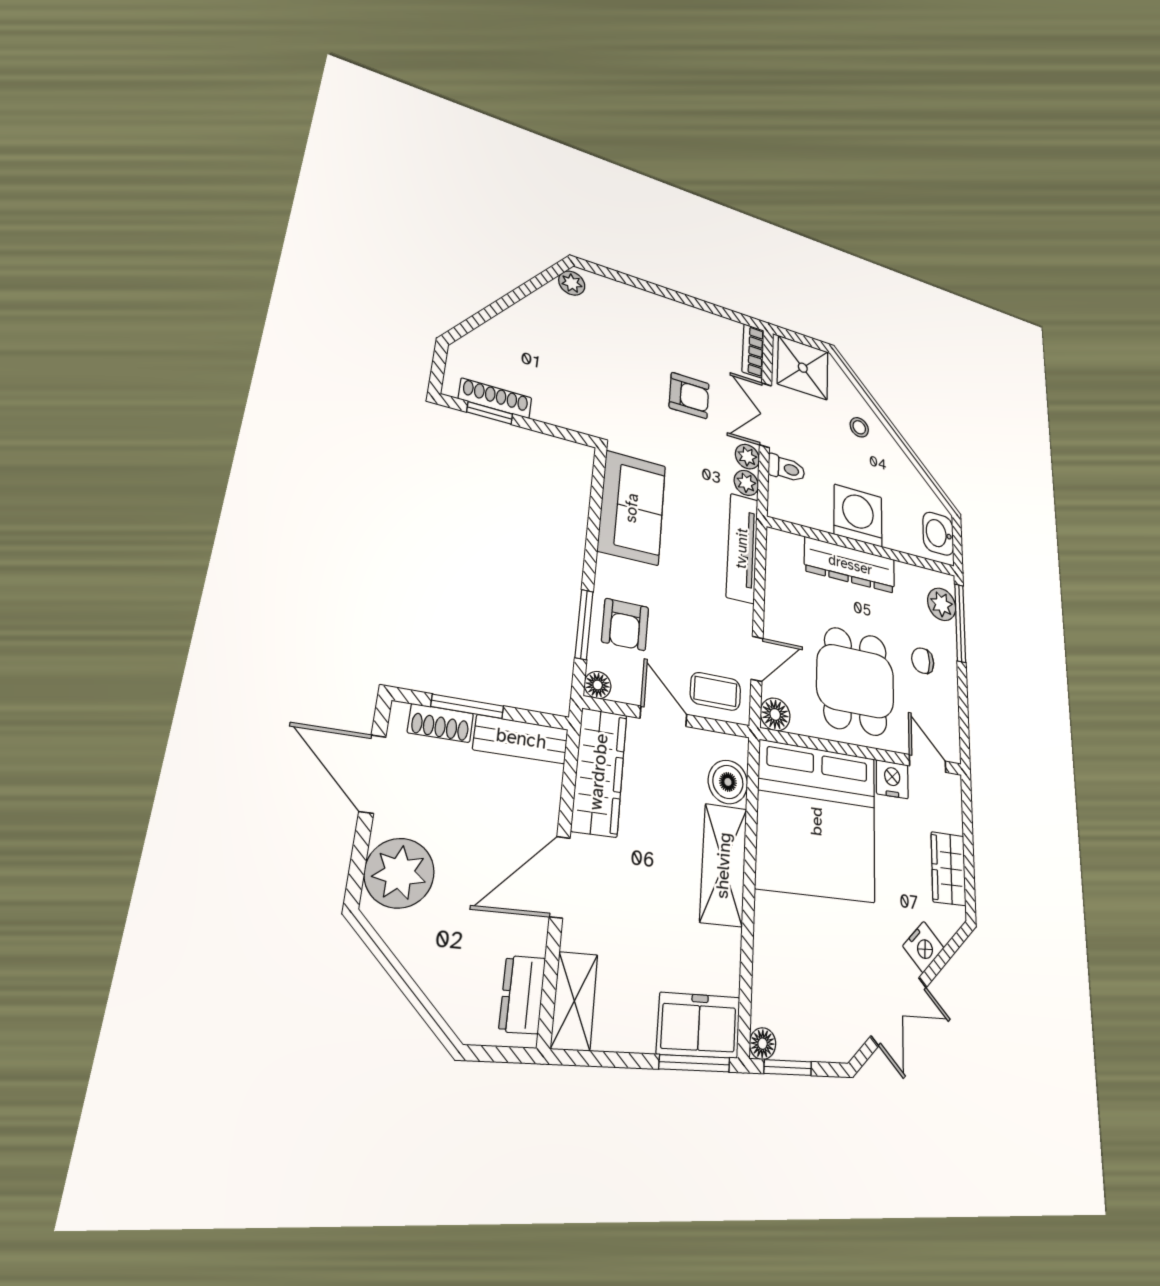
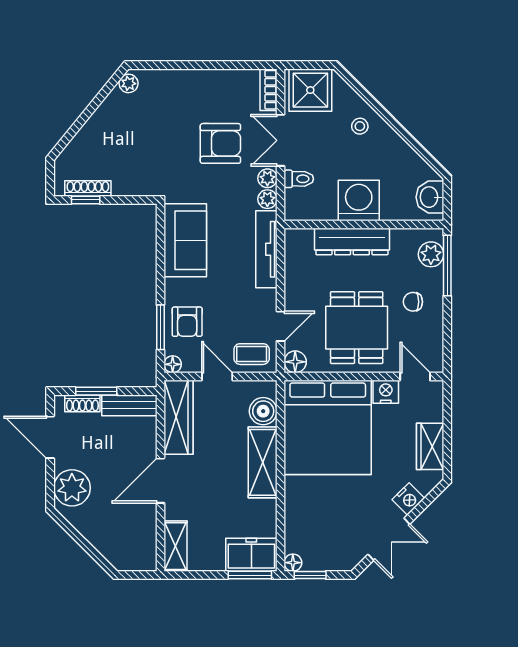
armchair: (689, 396) -> (220, 143), width x1.38, depth x1.38
dresser: (522, 995) -> (146, 545), removed

